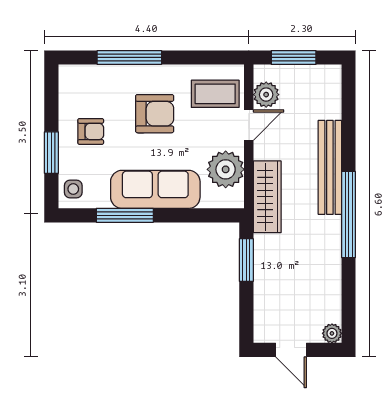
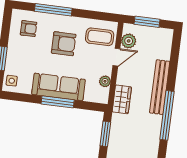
armchair: (91, 131) -> (29, 29), moved
plant: (226, 169) -> (105, 81), width x0.53, depth x0.53
wardrobe: (267, 197) -> (122, 99), width x0.67
window: (125, 215) -> (58, 102), moved

